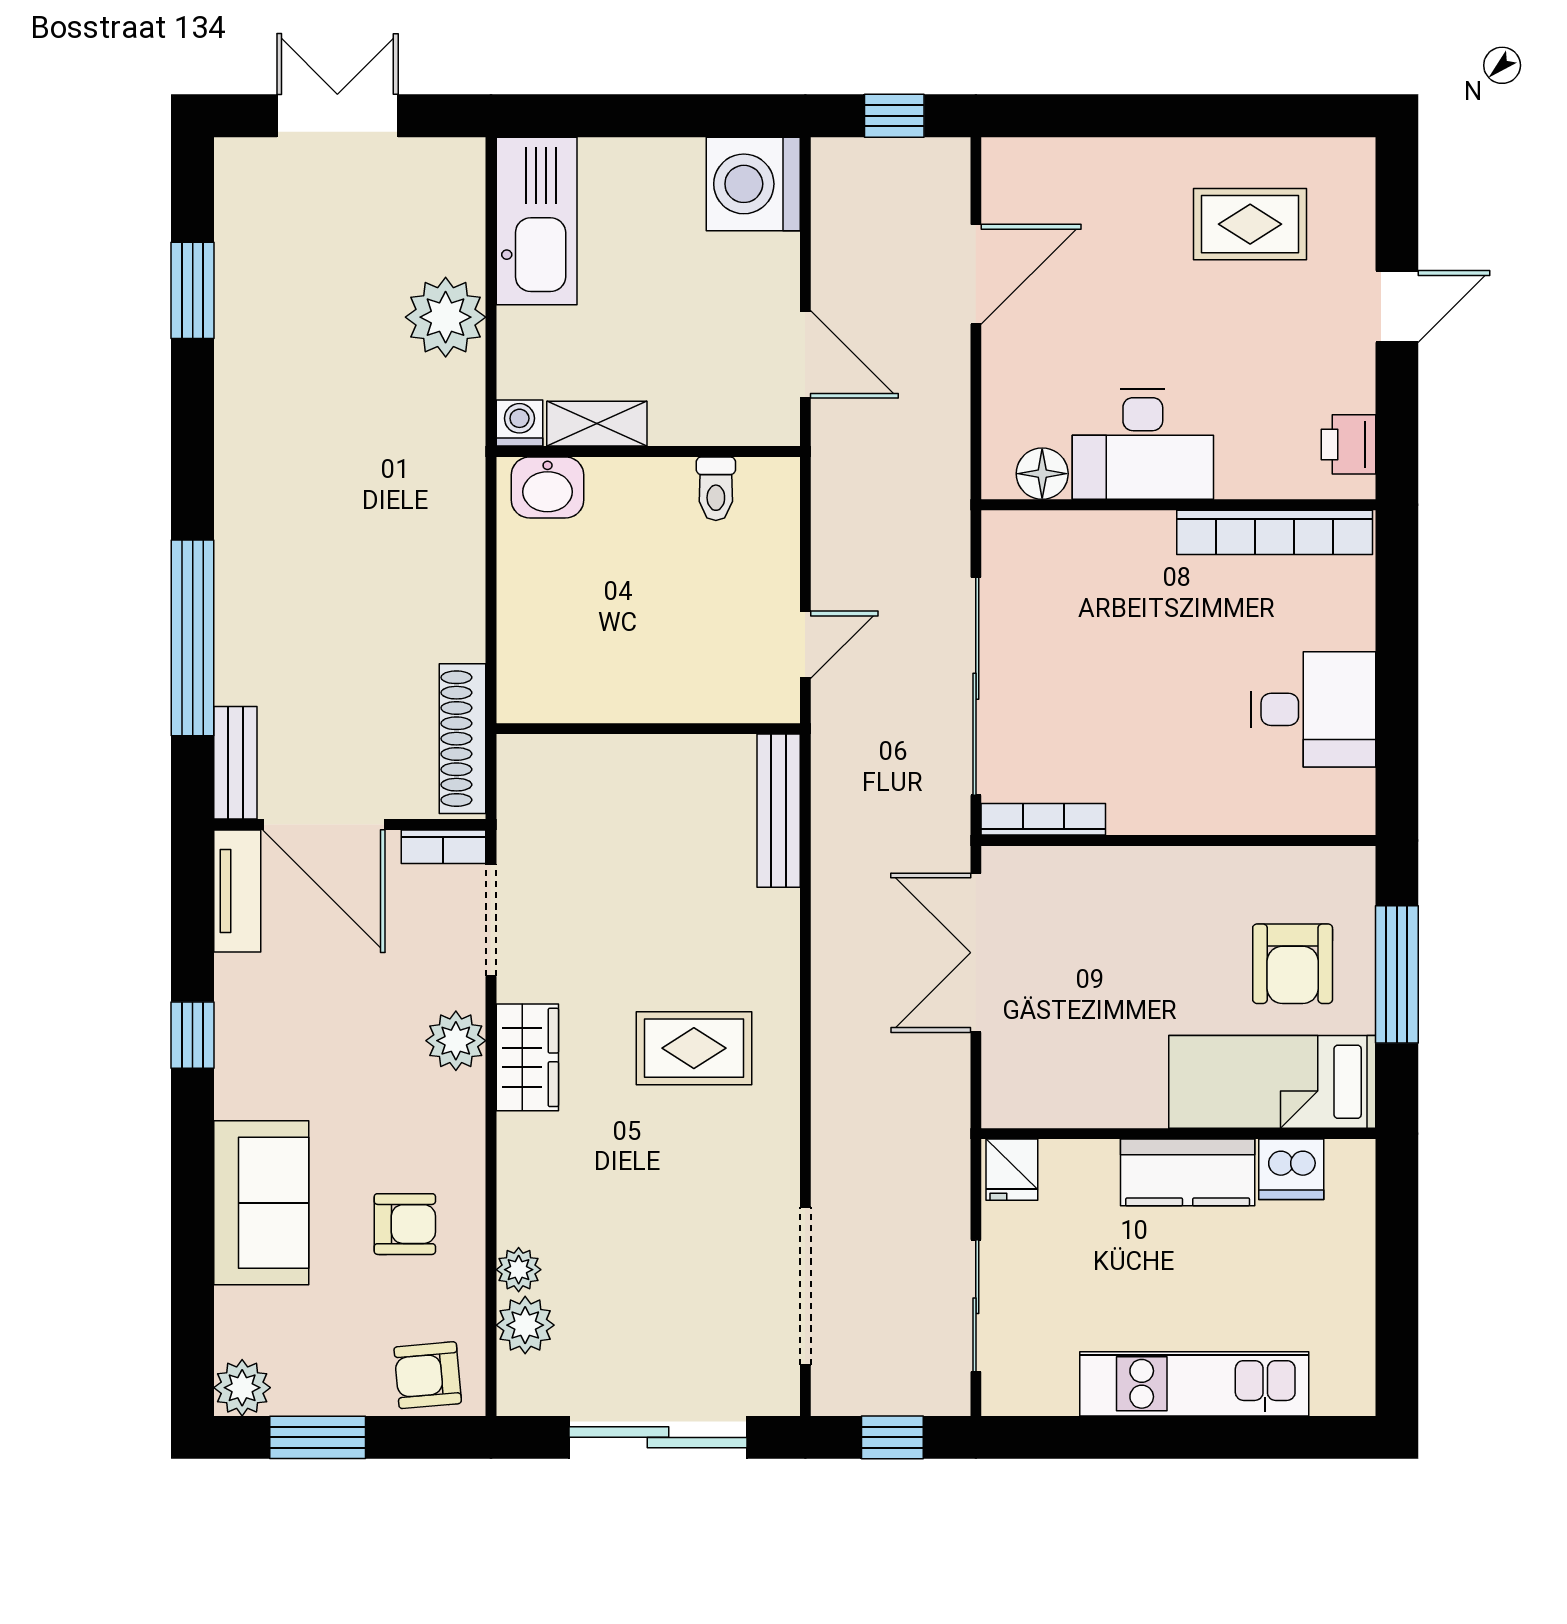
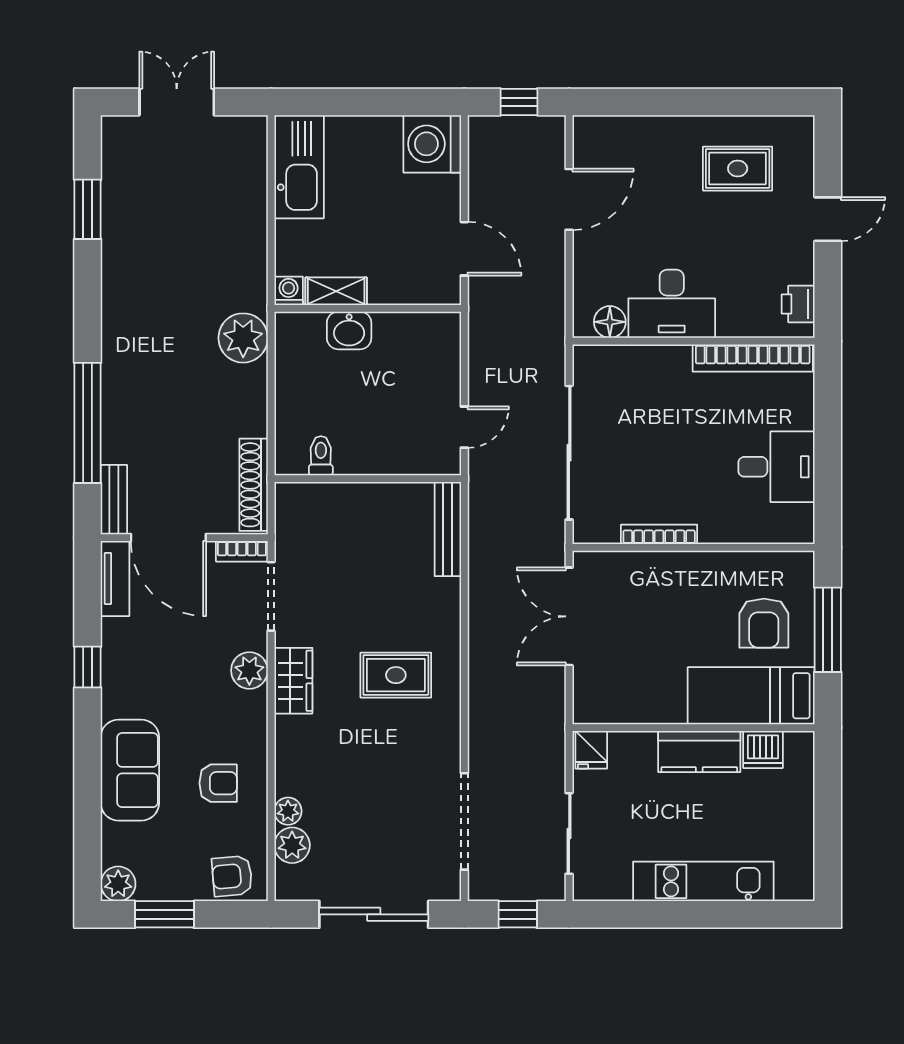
plant: (446, 317) -> (243, 338), moved
washbasin: (548, 487) -> (349, 330), moved
toilet: (716, 489) -> (321, 456), moved, turned 180
bookcase: (1043, 819) -> (659, 534), moved

